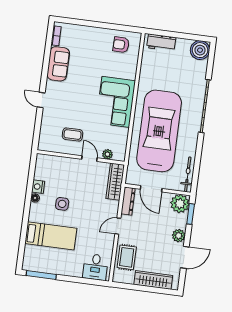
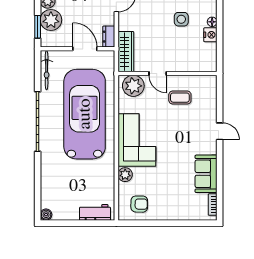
boiler: (200, 50) -> (46, 215), width x0.54, depth x0.54
plant: (130, 73) -> (125, 175), added
garage door: (205, 106) -> (38, 121), moved
car: (159, 131) -> (85, 114), turned 180
plant: (107, 154) -> (133, 86), width x1.88, depth x1.88
dresser: (128, 201) -> (109, 37), width x0.70
plant: (180, 204) -> (51, 20), moved

